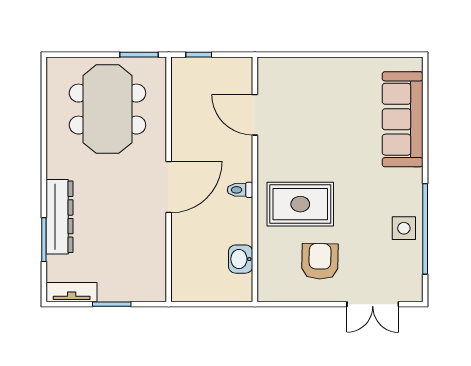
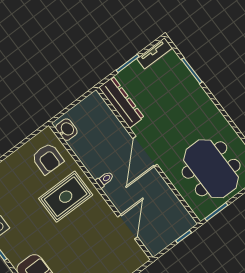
door: (255, 115) -> (128, 227), hinge flipped
dresser: (60, 217) -> (121, 102), moved, turned 180
washbasin: (241, 259) -> (66, 130), moved
armchair: (320, 261) -> (48, 159), moved

